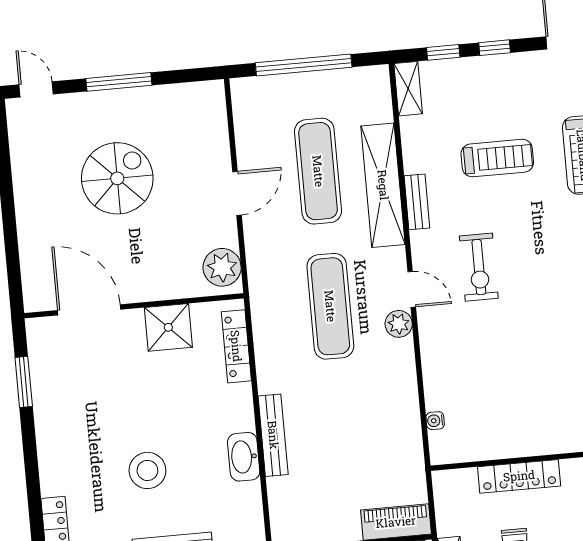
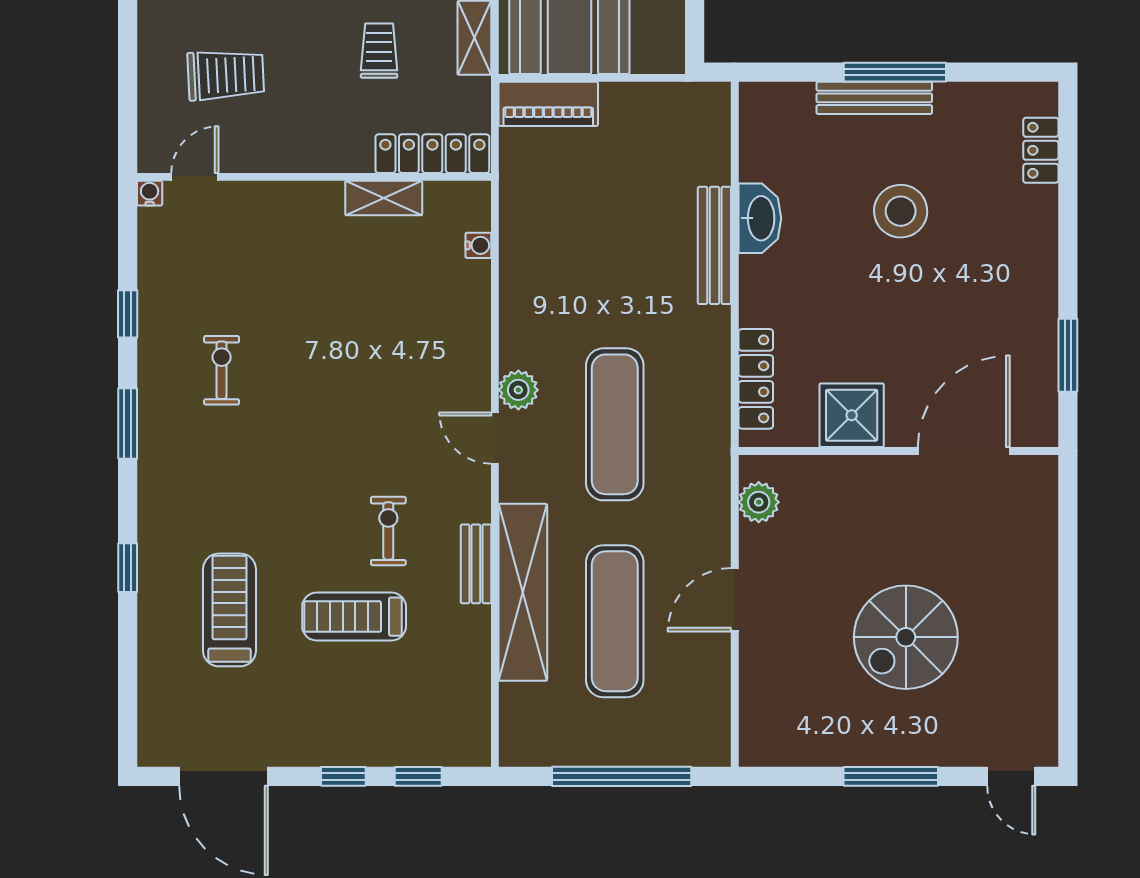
shelving: (408, 89) -> (384, 198), moved, turned 90
plant: (222, 267) -> (759, 502), width x0.73, depth x0.73
exercise bike: (479, 267) -> (388, 531), moved, width x0.73, depth x0.72
door: (89, 310) -> (964, 451), swing flipped
locker: (519, 476) -> (432, 154), moved

